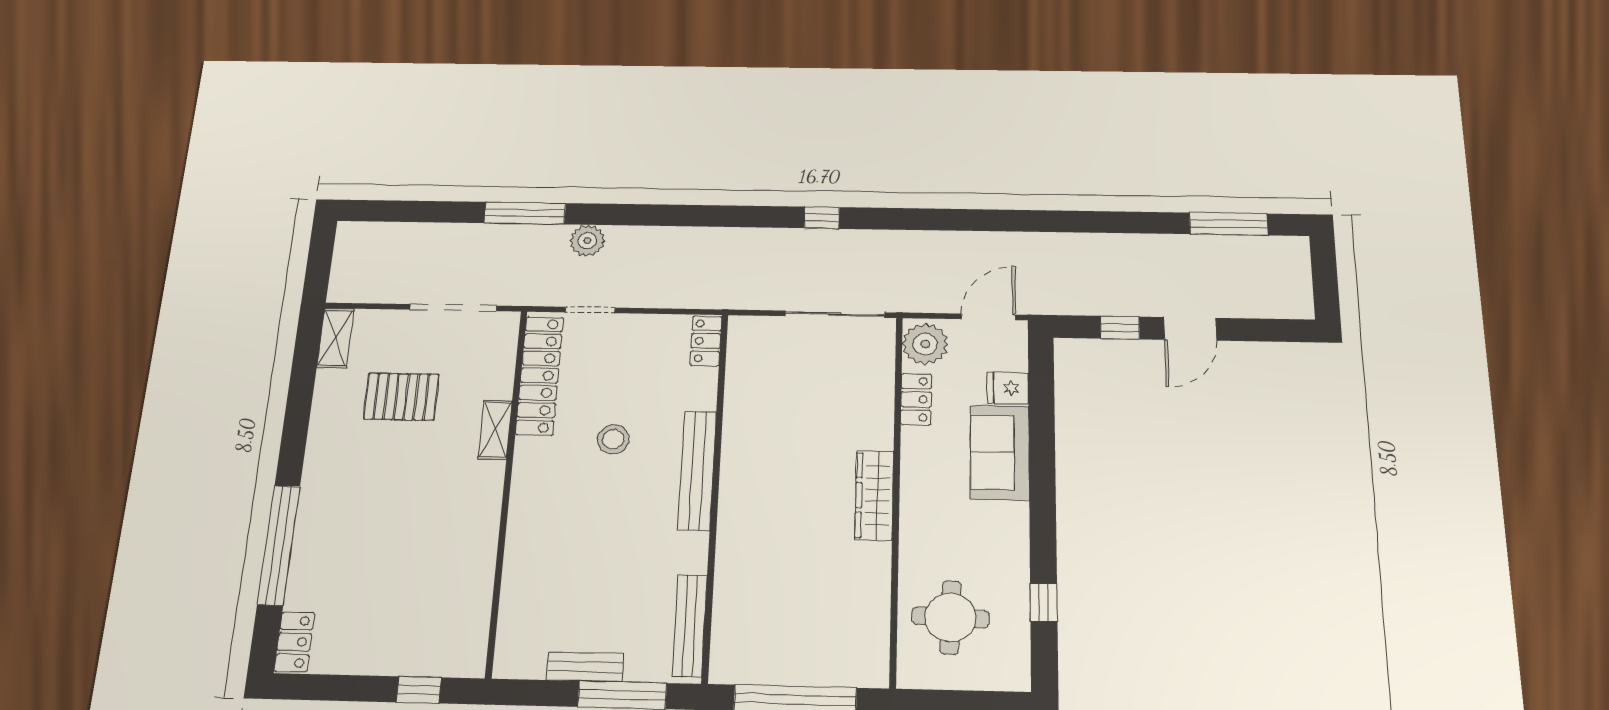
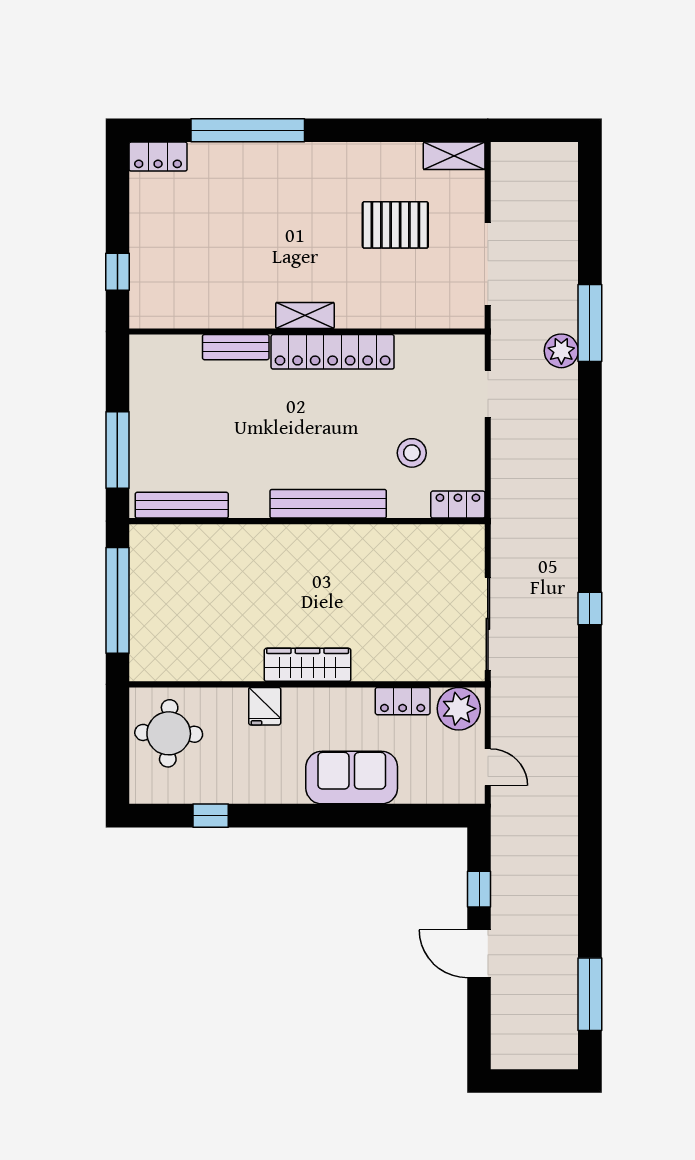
plant: (587, 241) -> (561, 351), moved
door: (988, 317) -> (488, 767), width x0.73
locker: (540, 375) -> (333, 352), moved
fridge: (1008, 388) -> (265, 706), moved, turned 180
pallet: (401, 397) -> (395, 225), turned 90
shelving: (495, 430) -> (305, 315), moved
stool: (613, 439) -> (412, 453), moved
round table: (950, 617) -> (169, 733), moved
bench: (585, 667) -> (236, 347), moved, turned 90

